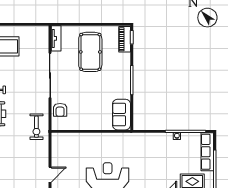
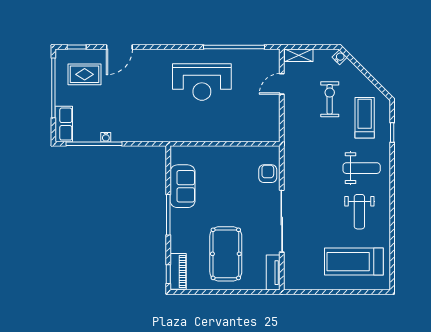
sofa: (122, 115) -> (183, 186), moved
exercise bike: (36, 127) -> (330, 99), moved
row of seats: (207, 152) -> (64, 124), width x0.68

